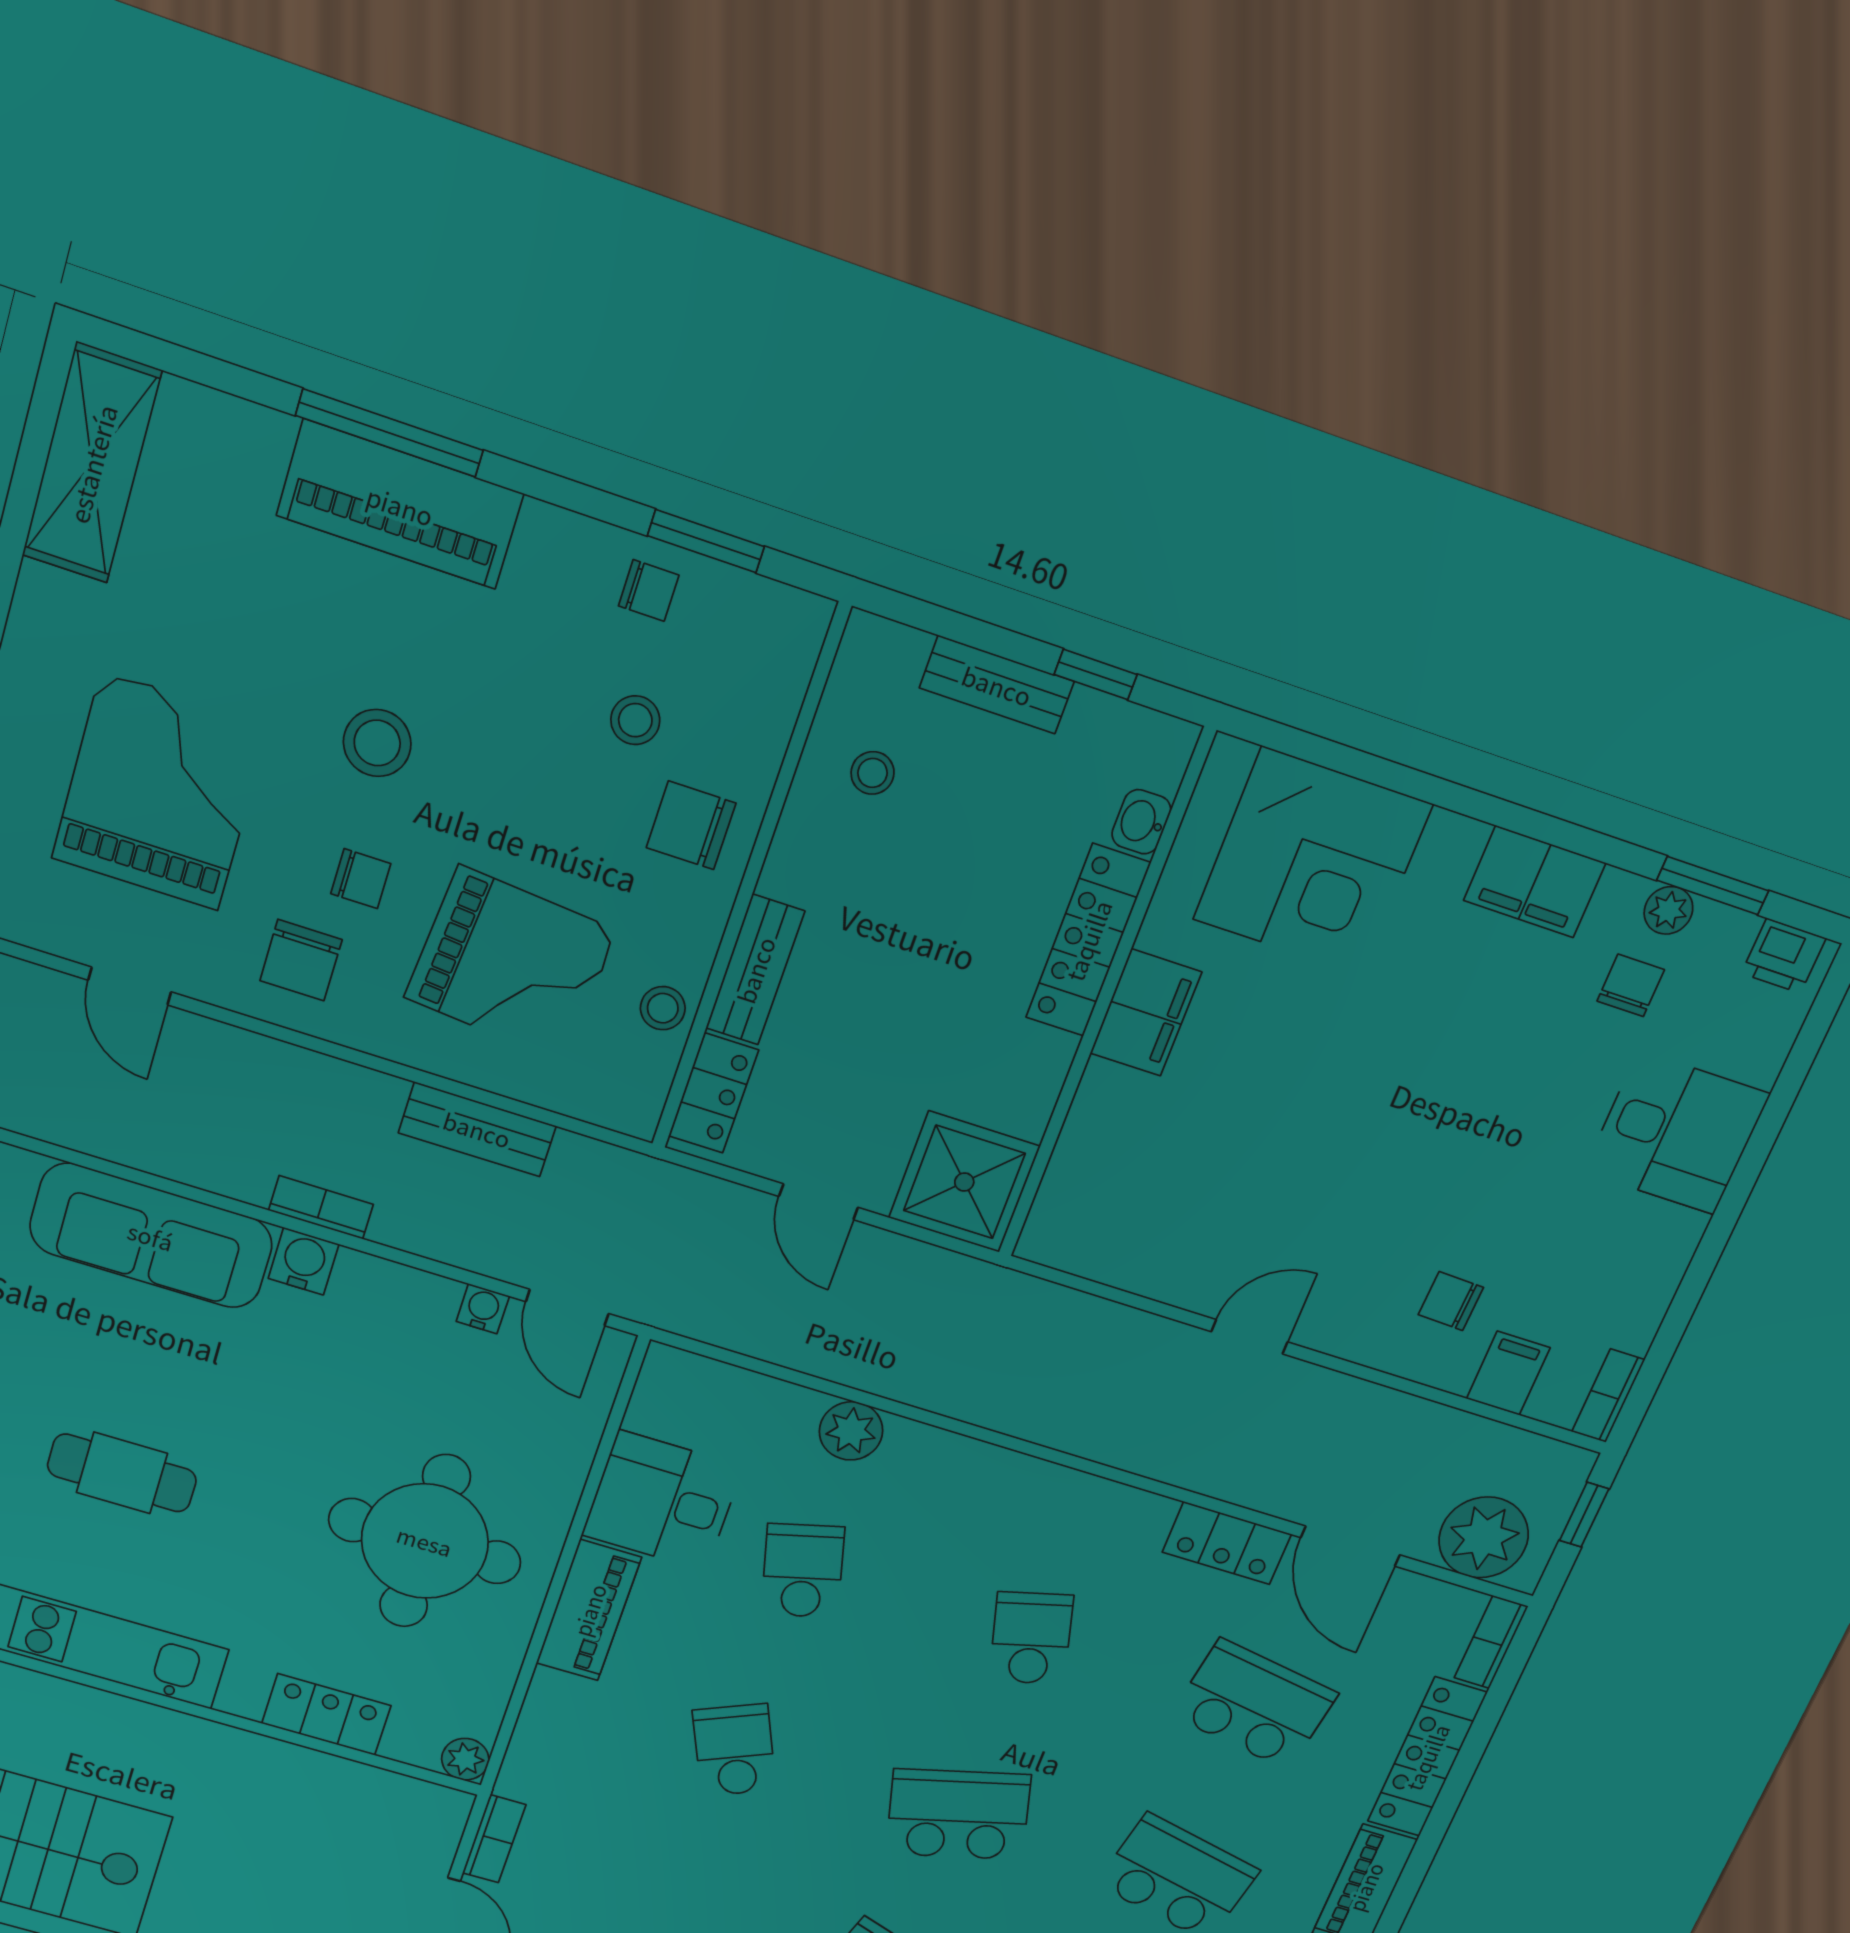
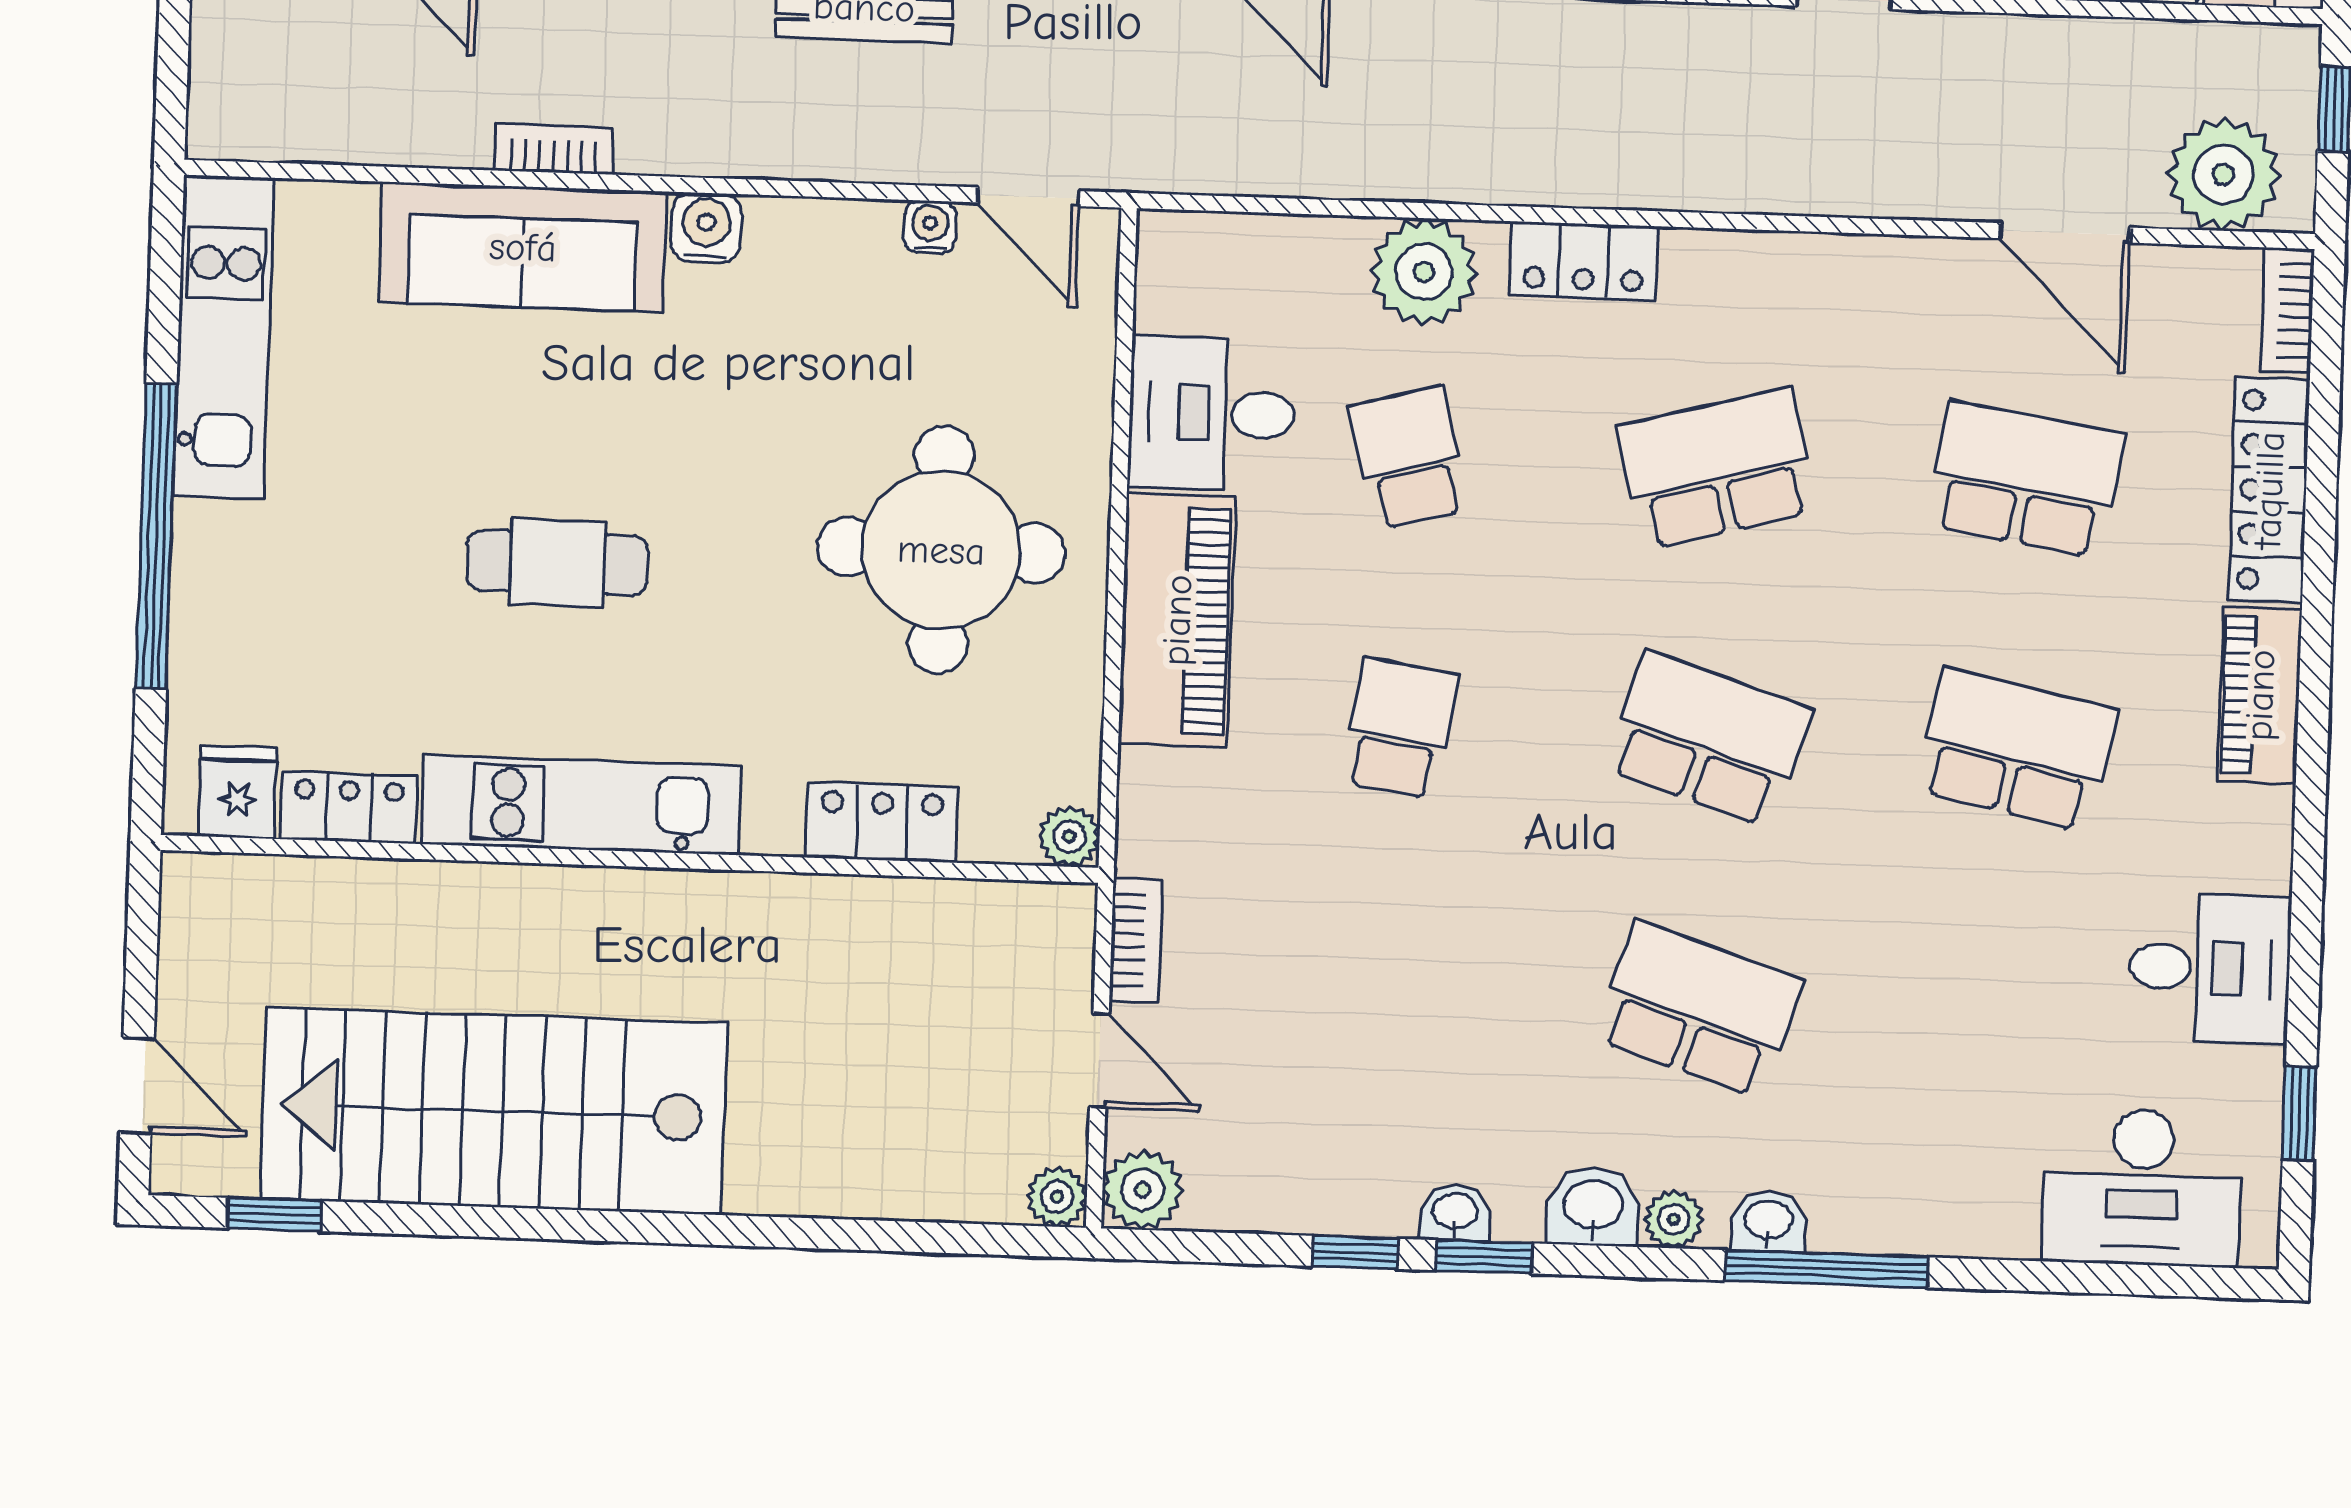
bookcase: (321, 1207) -> (554, 149), moved
plant: (851, 1431) -> (1424, 272), width x1.36, depth x1.36
locker: (1227, 1543) -> (1584, 261), moved
piano: (589, 1610) -> (1177, 620), width x1.37, depth x1.33
school desk: (1031, 1638) -> (1717, 468), width x1.85
school desk: (734, 1750) -> (1400, 728), turned 33
school desk: (958, 1814) -> (1708, 739), turned 33

